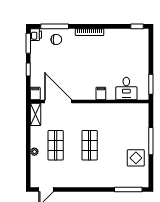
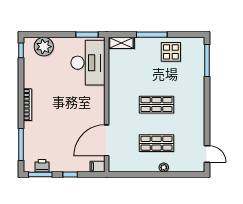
printer: (36, 35) -> (42, 166), moved
chair: (56, 40) -> (36, 142), removed
plant: (140, 46) -> (44, 47), added
desk: (126, 89) -> (88, 63), width x1.87, depth x1.30
filing cabinet: (101, 94) -> (98, 92), removed
shelving: (35, 114) -> (121, 43), moved

